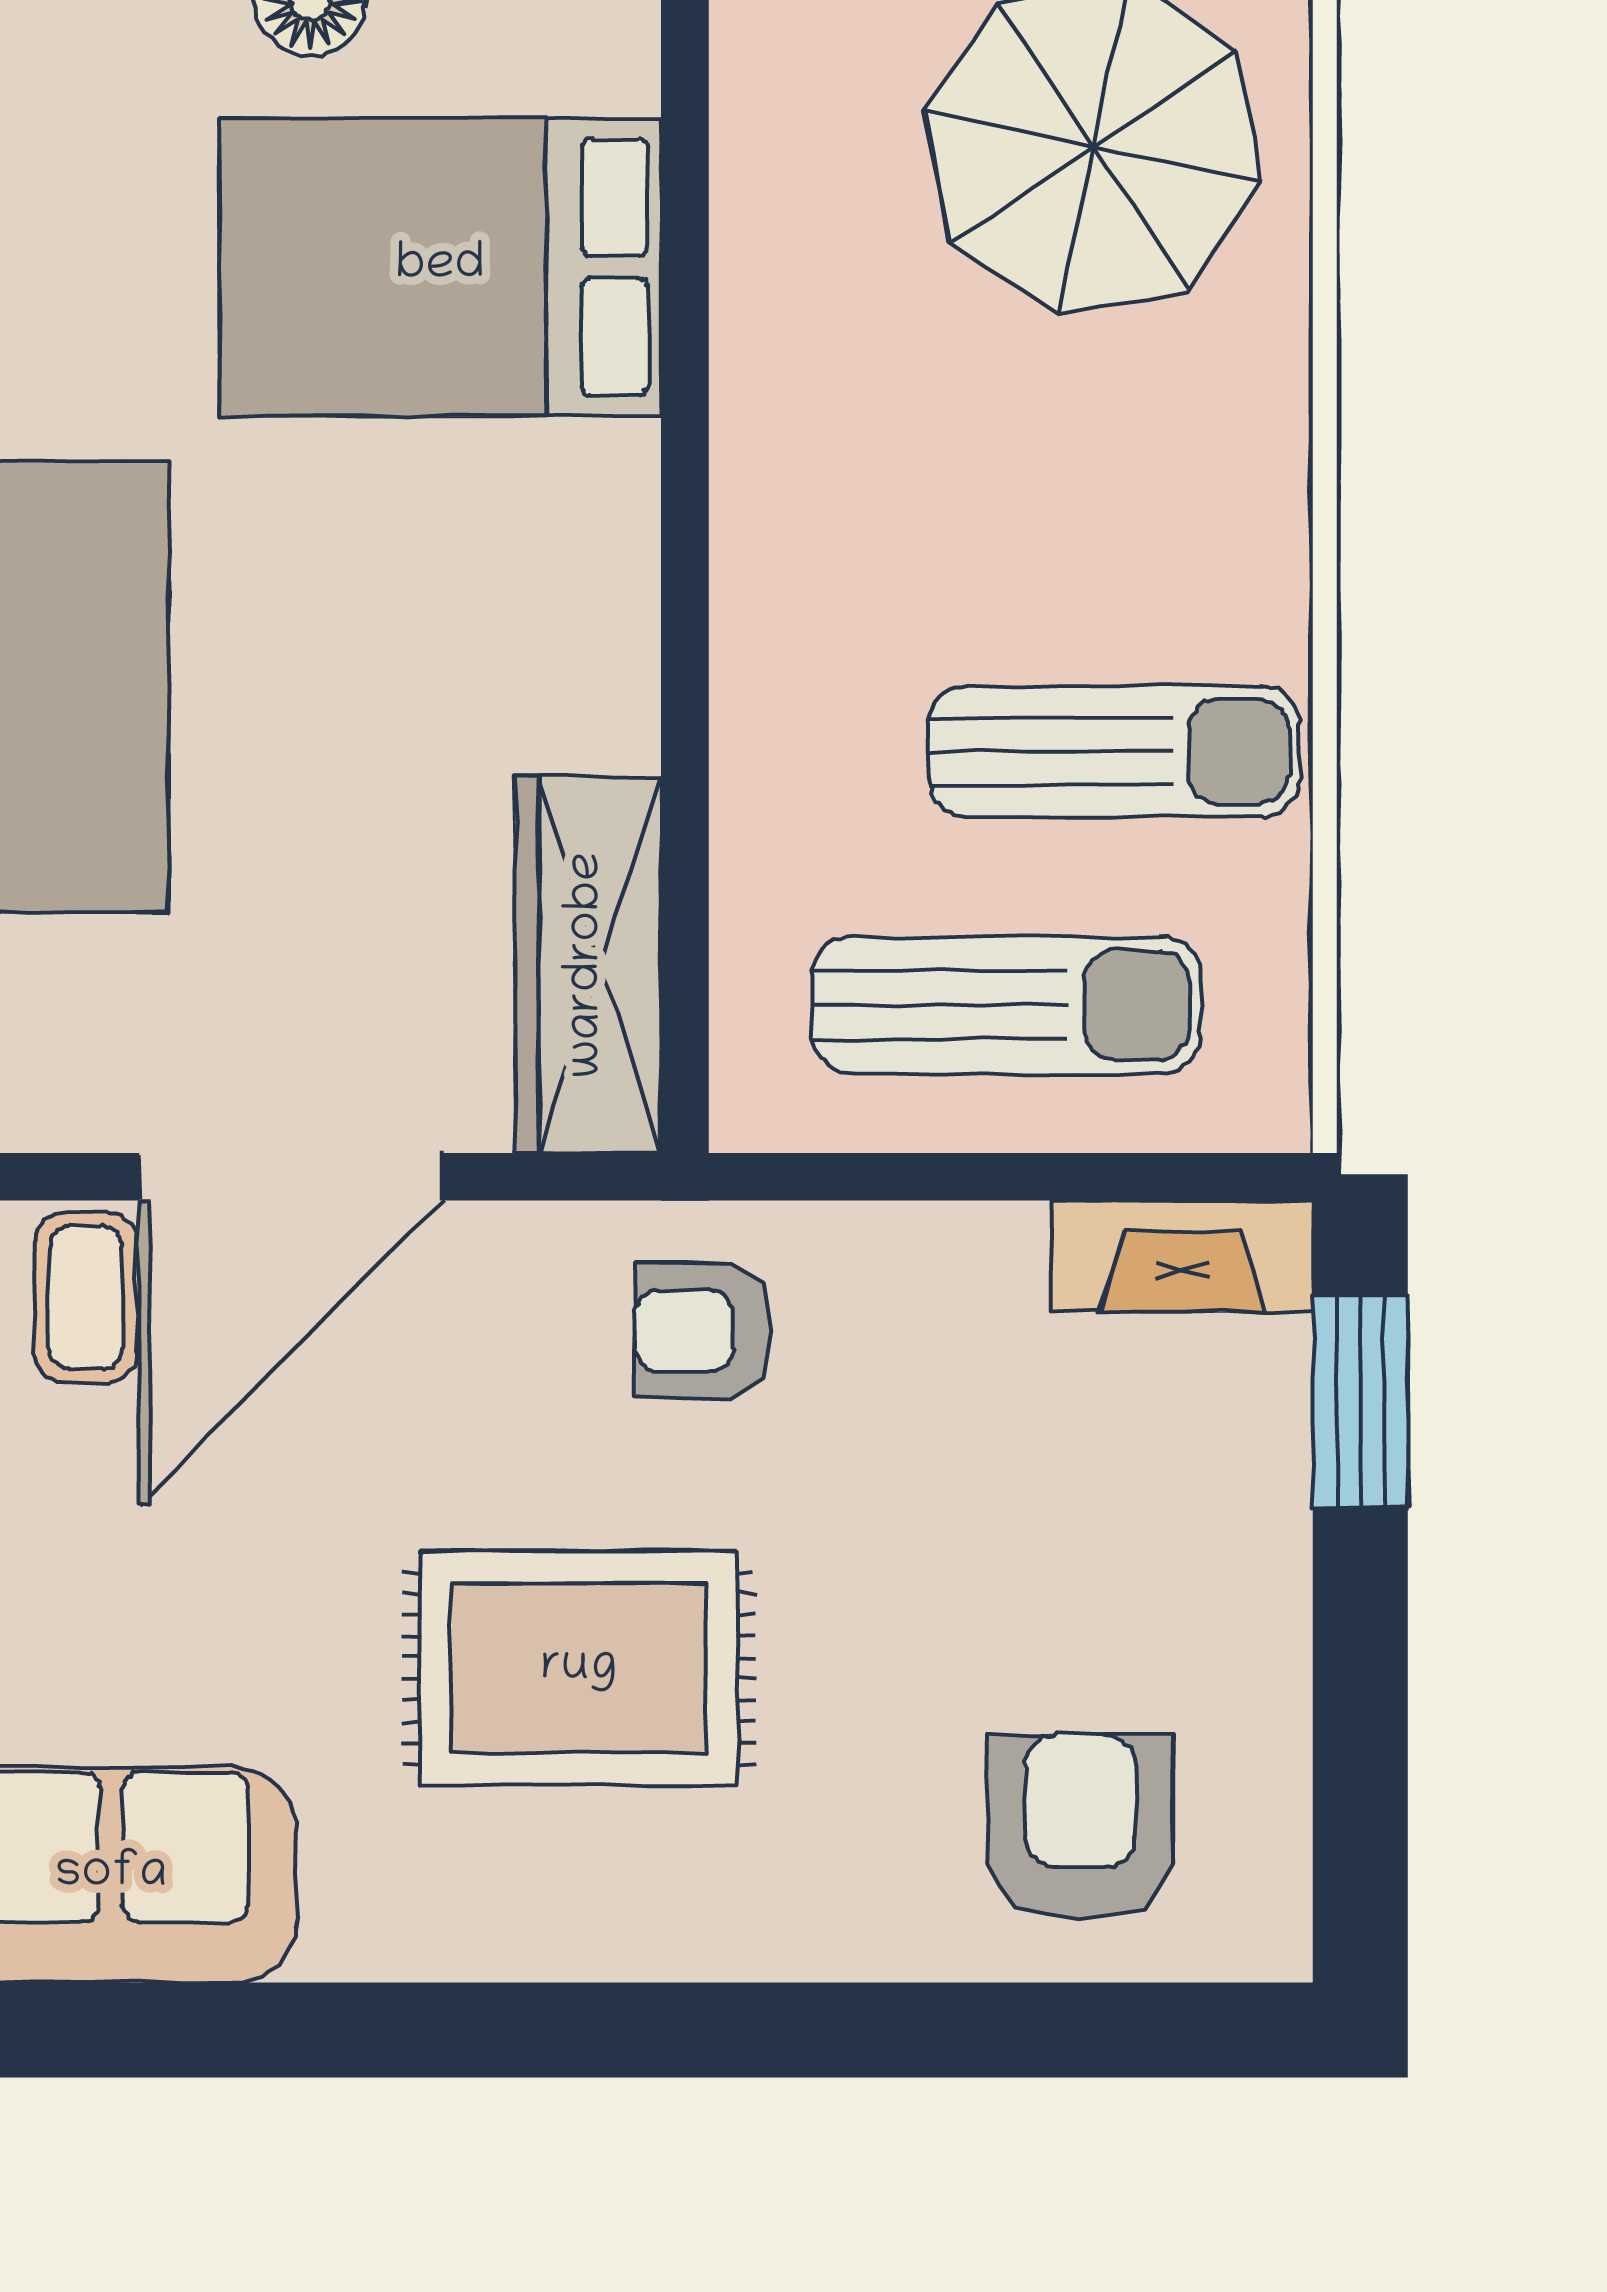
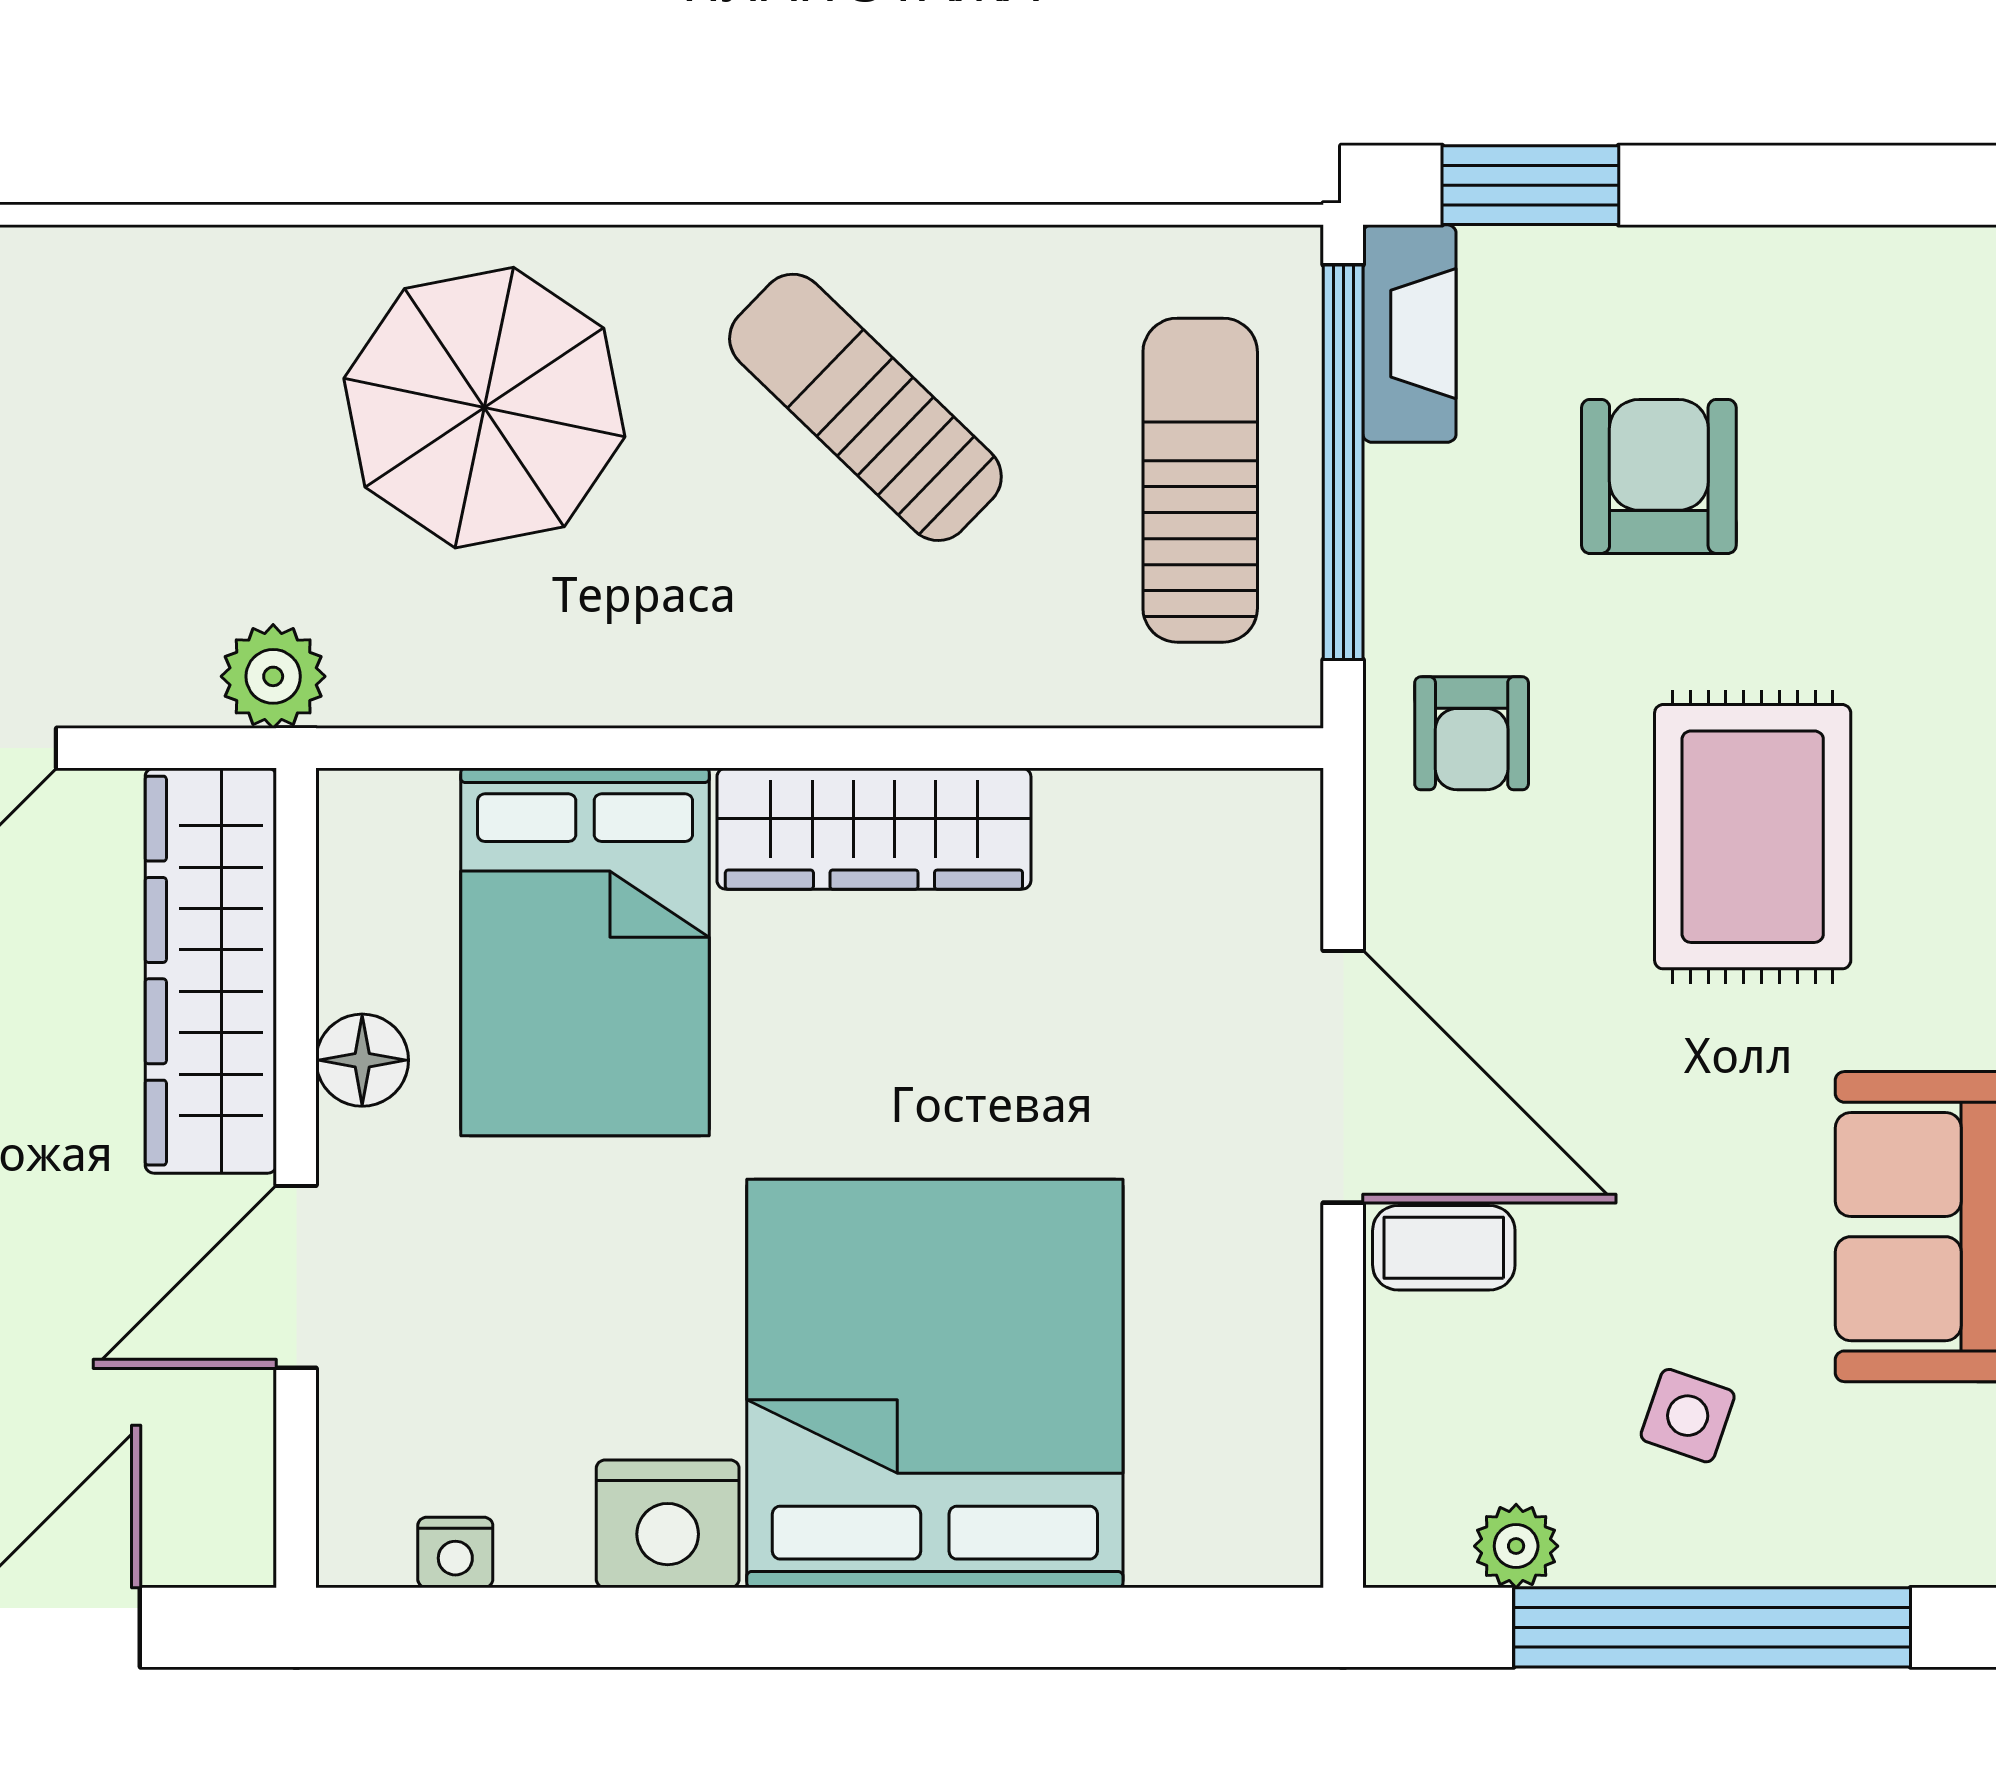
sun lounger: (1114, 751) -> (865, 407), moved, turned -46
wardrobe: (588, 965) -> (874, 829), moved
window: (1028, 1177) -> (1343, 462), added
armchair: (1080, 1827) -> (1659, 476), moved, turned 90

